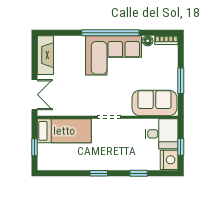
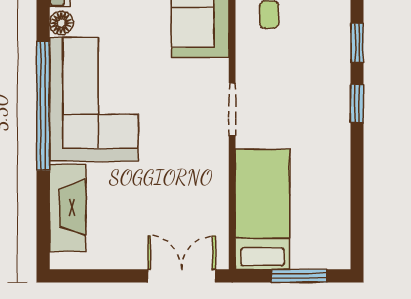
fireplace: (45, 55) -> (68, 208), moved, turned 90
window: (34, 147) -> (299, 276), width x1.50
window: (99, 173) -> (357, 104), moved

